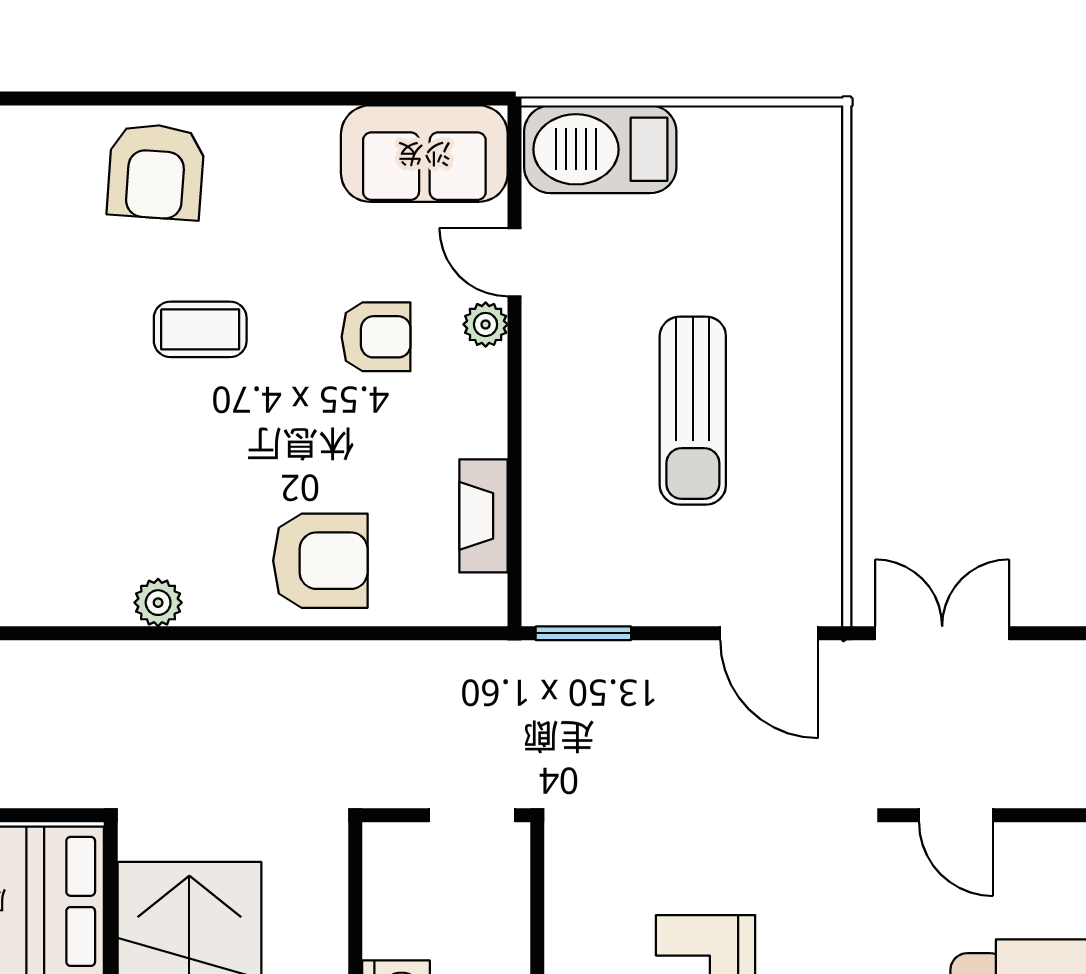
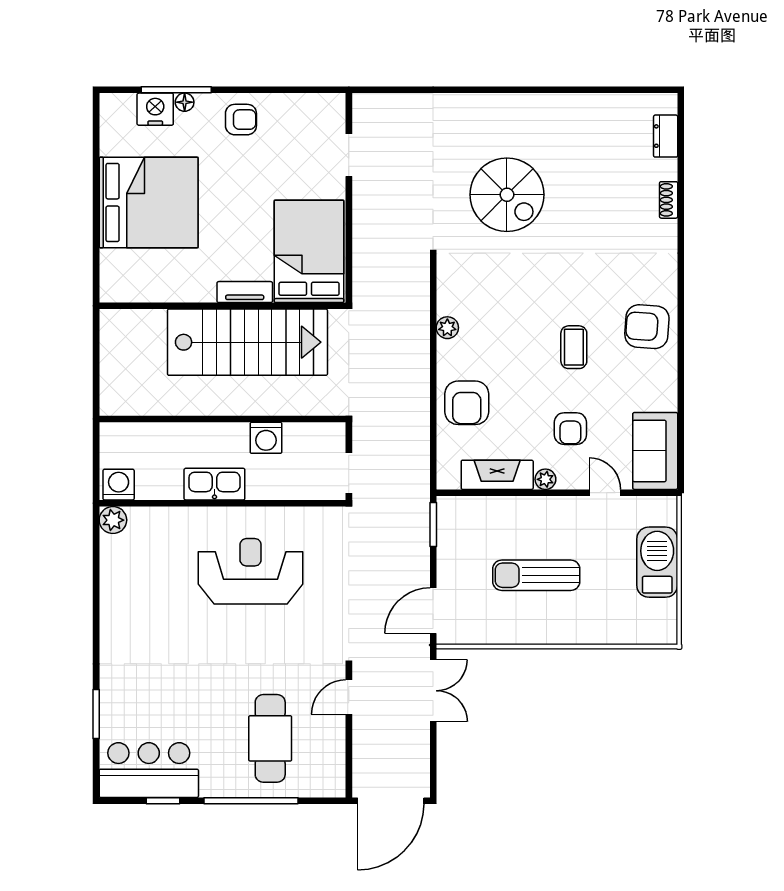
barbecue: (600, 149) -> (657, 562), moved
door: (515, 262) -> (605, 493), hinge flipped
plant: (486, 324) -> (545, 479), moved
fireplace: (484, 516) -> (497, 475), width x1.37, depth x1.32

